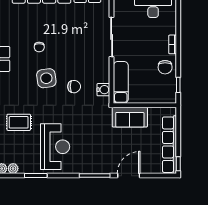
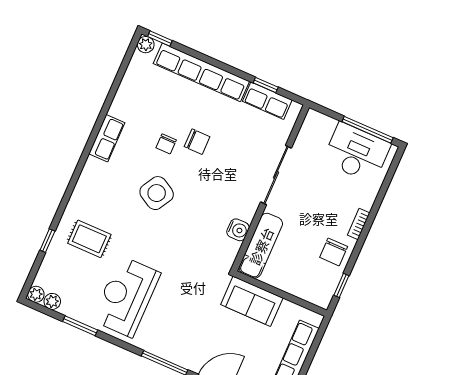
side table: (46, 78) -> (157, 193), turned 38
chair: (74, 87) -> (197, 142), moved
water cooler: (103, 90) -> (238, 230), moved
reception desk: (55, 147) -> (126, 297), turned 180

